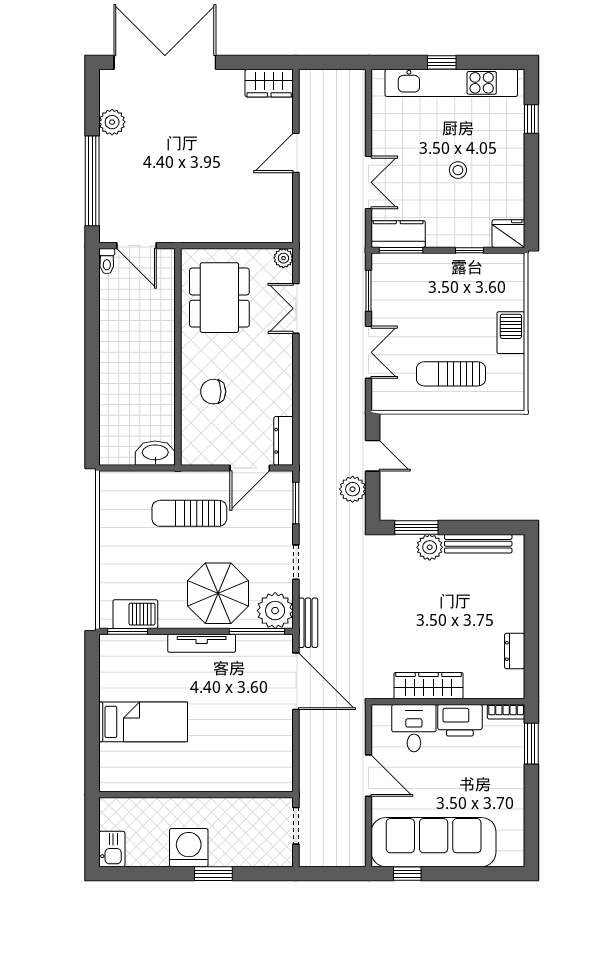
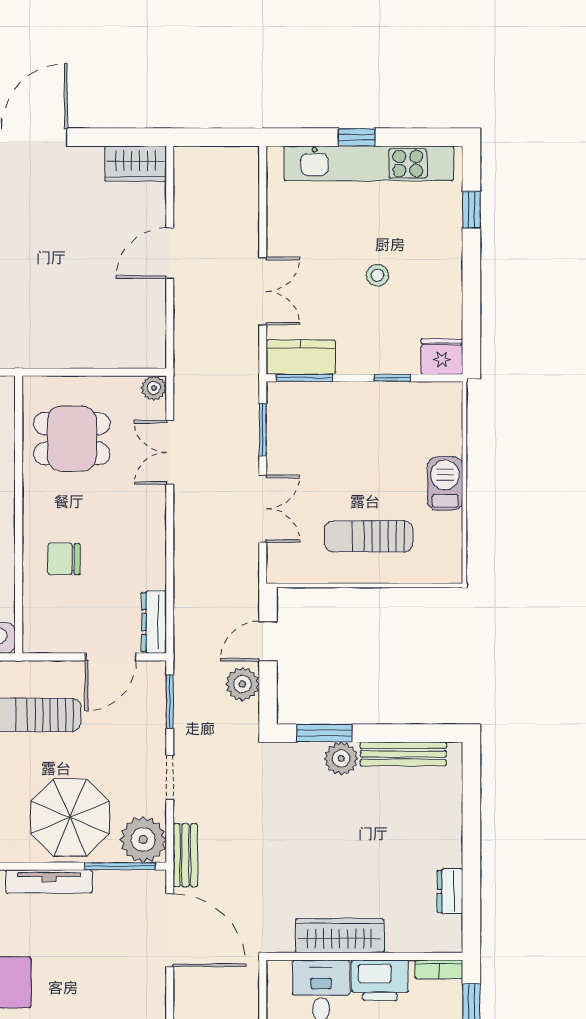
dining table: (219, 298) -> (72, 439), width x0.73
door: (373, 456) -> (268, 641), swing flipped

